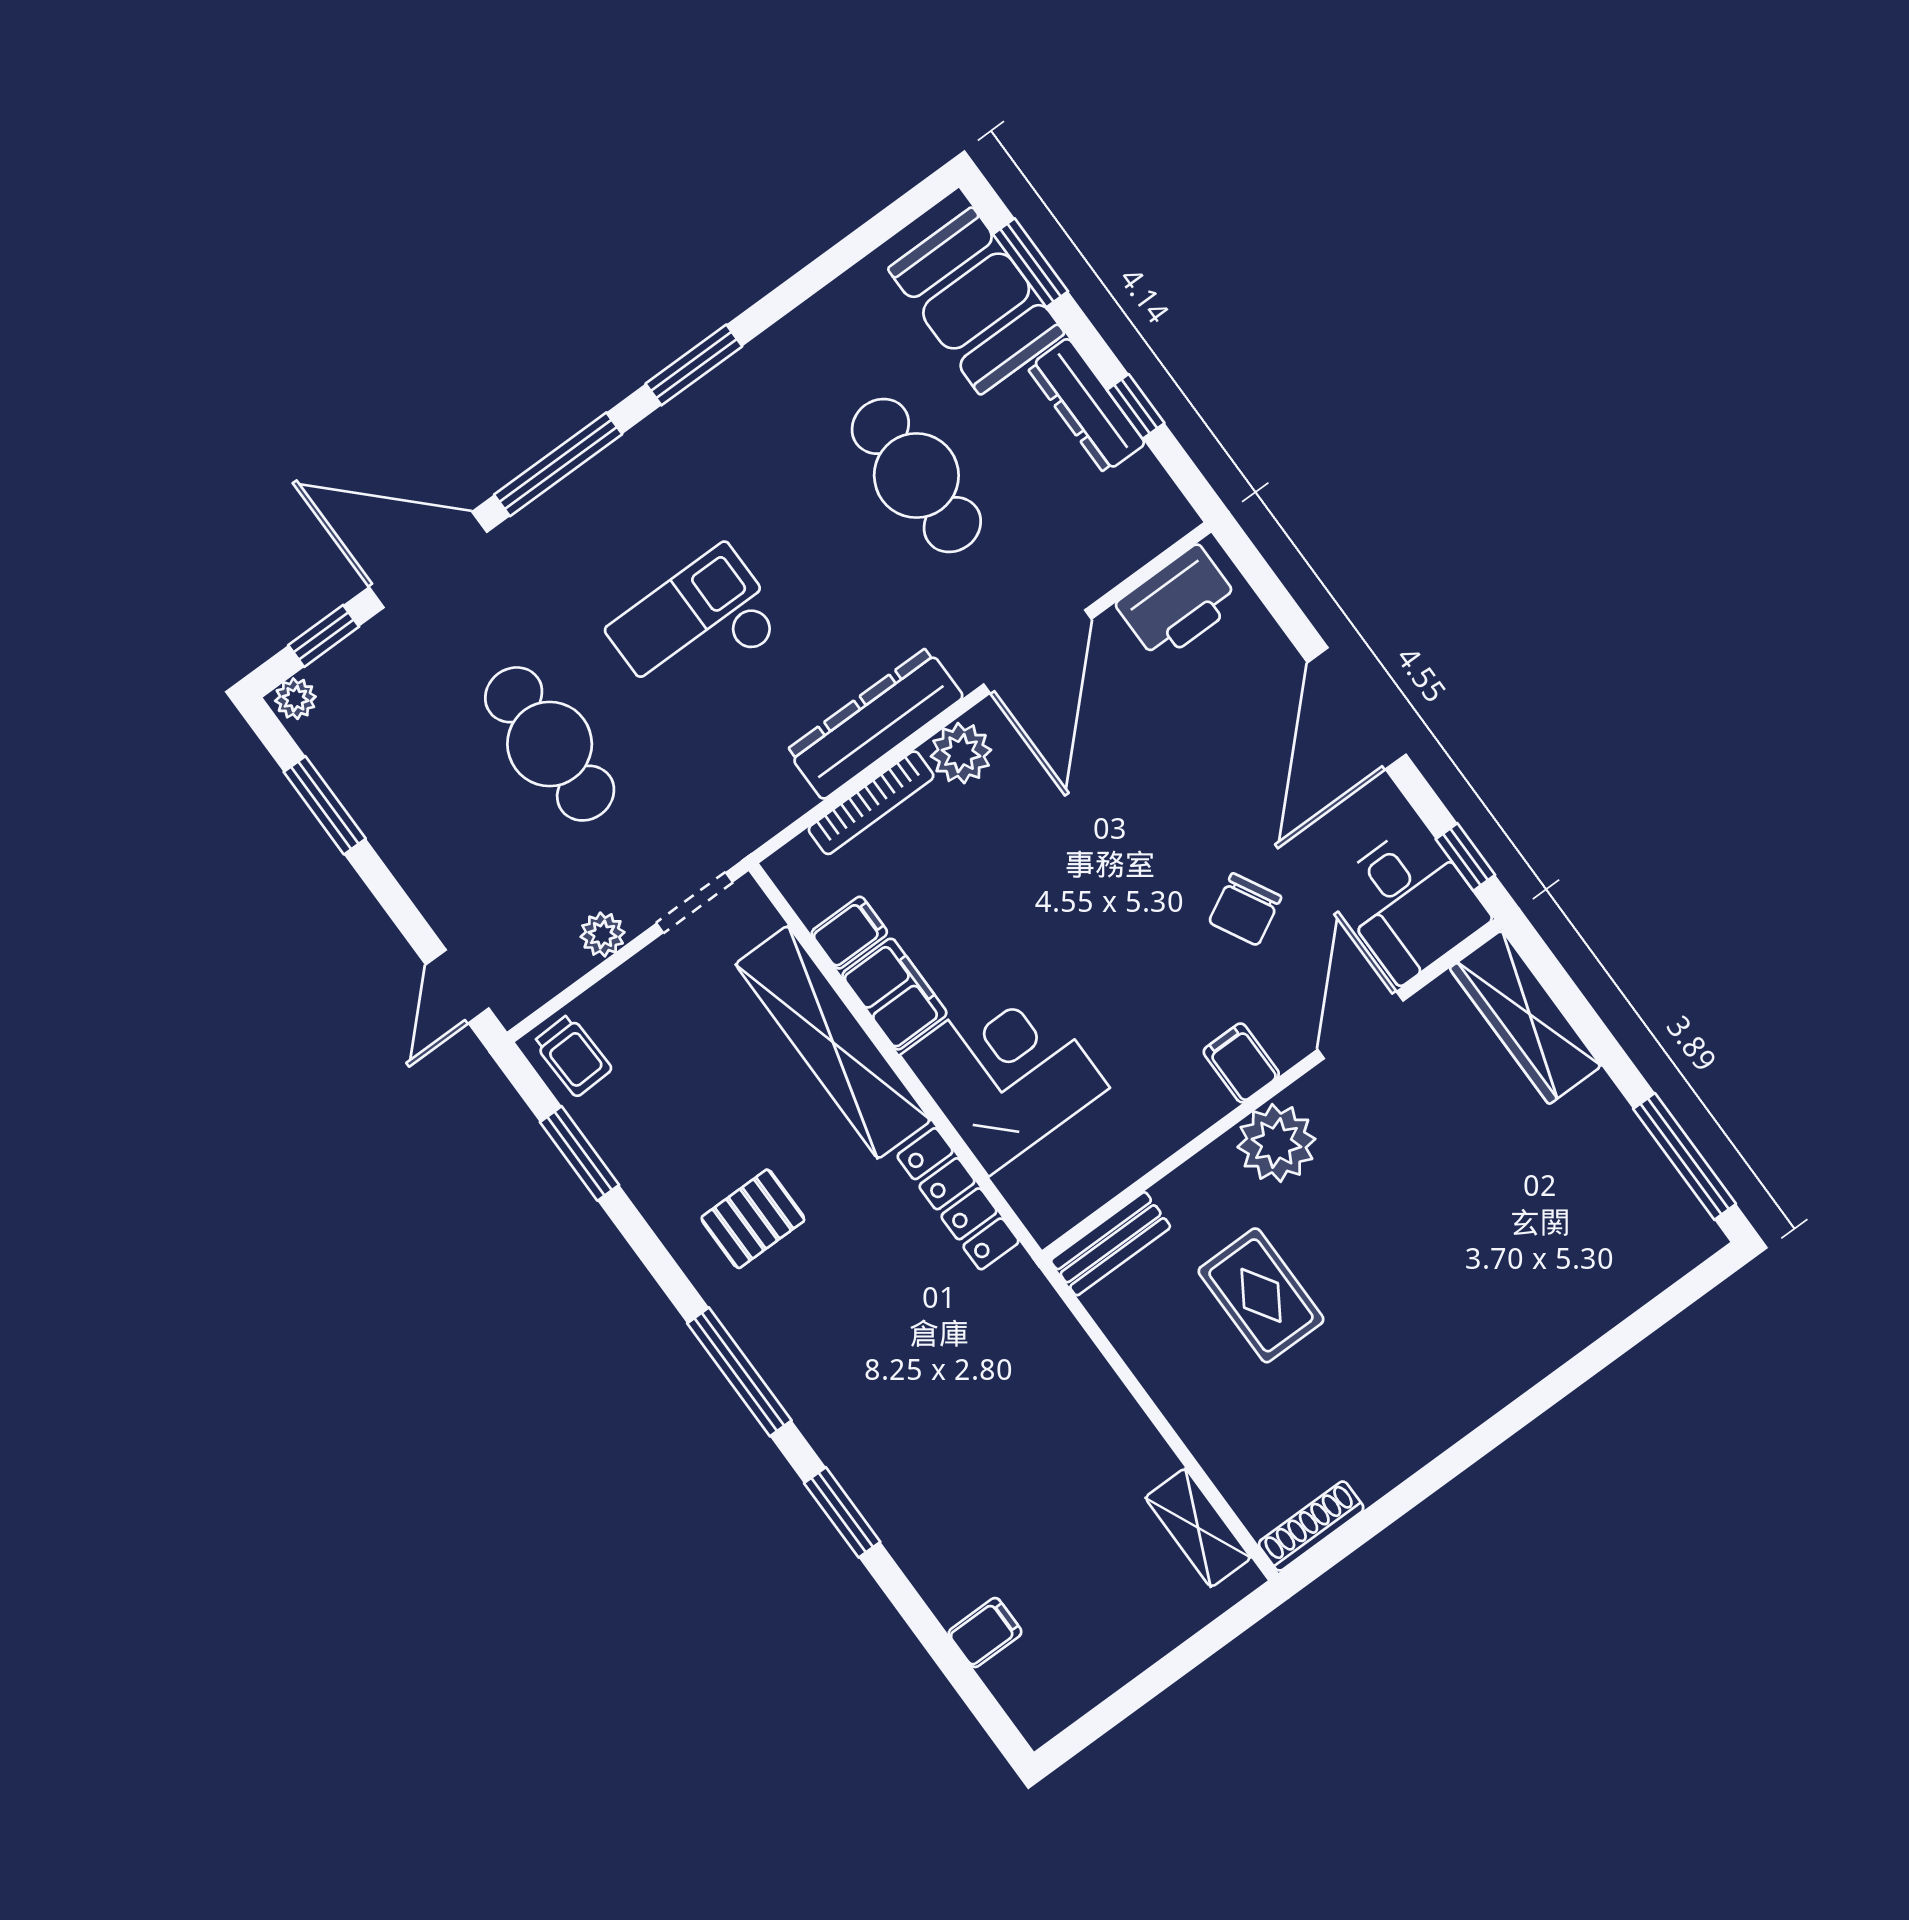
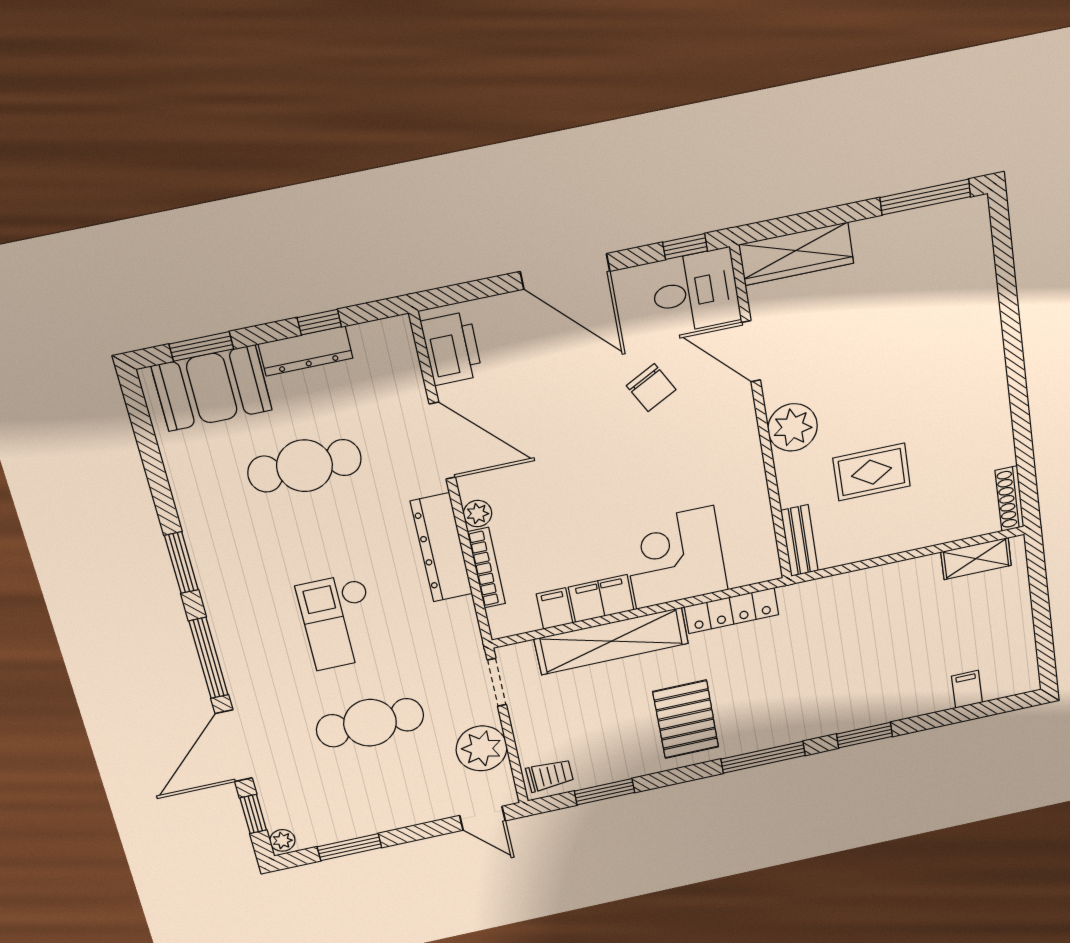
plant: (961, 753) -> (478, 514), width x0.73, depth x0.73
plant: (603, 934) -> (482, 748), width x1.87, depth x1.87
filing cabinet: (1241, 1063) -> (737, 427), removed
pallet: (753, 1219) -> (686, 719), width x1.50, depth x1.42

